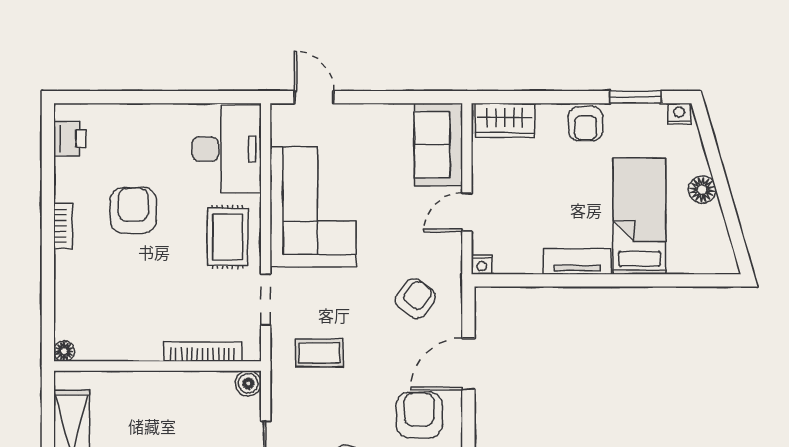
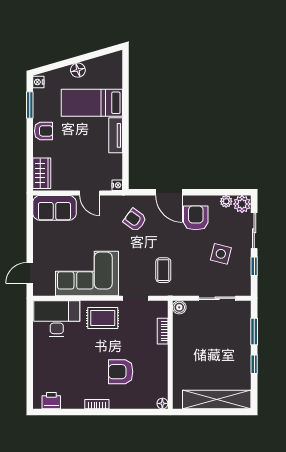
armchair: (133, 210) -> (121, 372), moved
bookcase: (203, 352) -> (163, 331), width x0.64
armchair: (419, 415) -> (196, 218), turned 90

